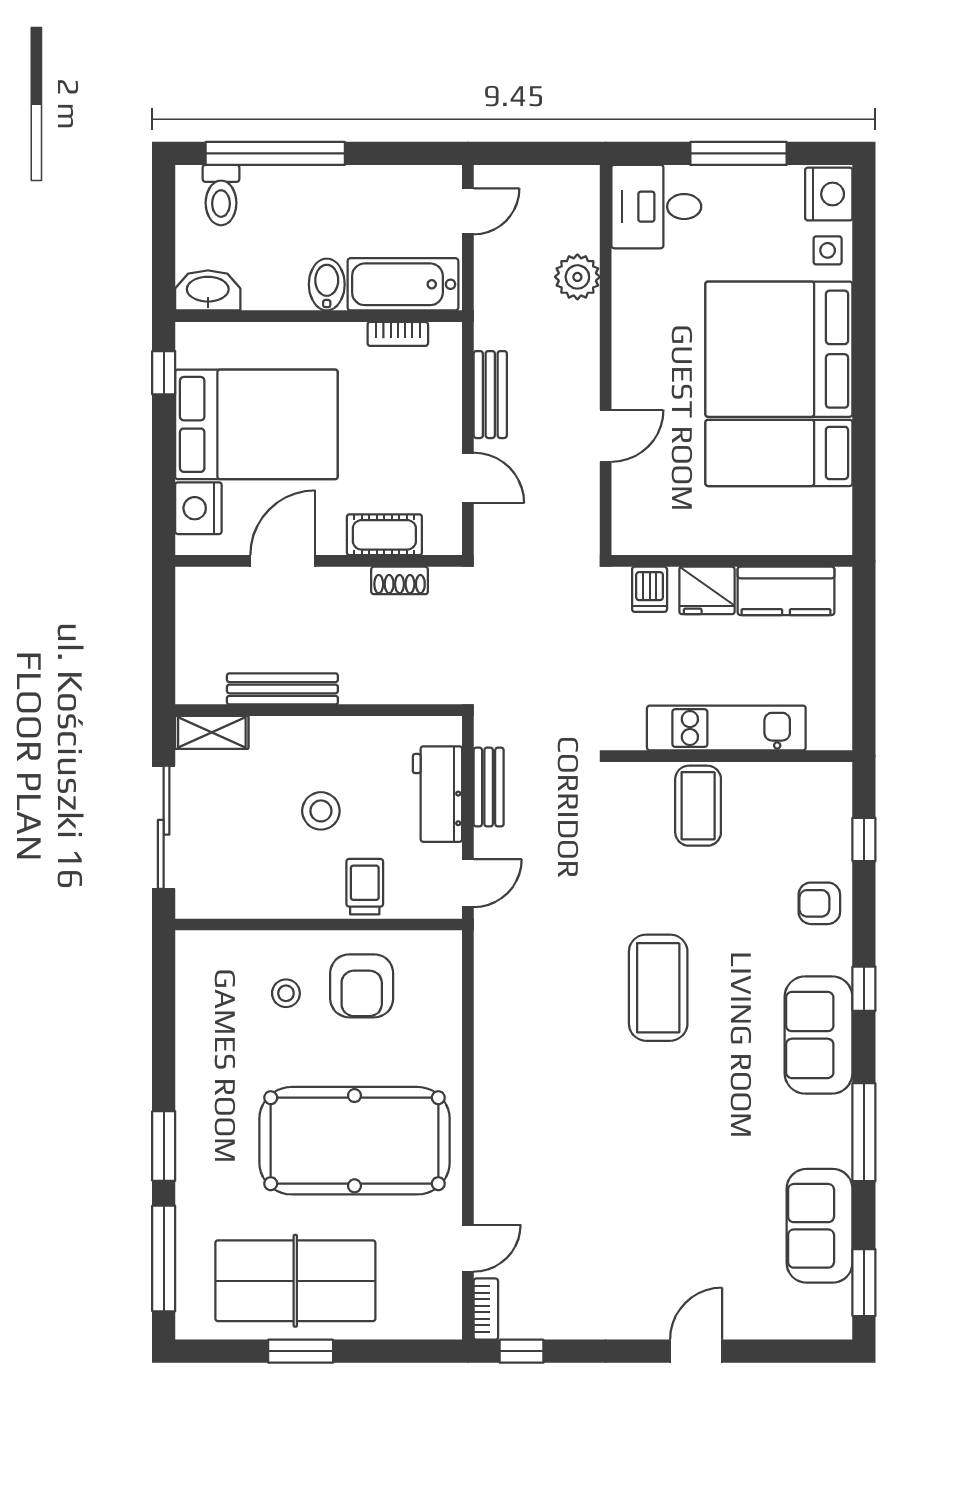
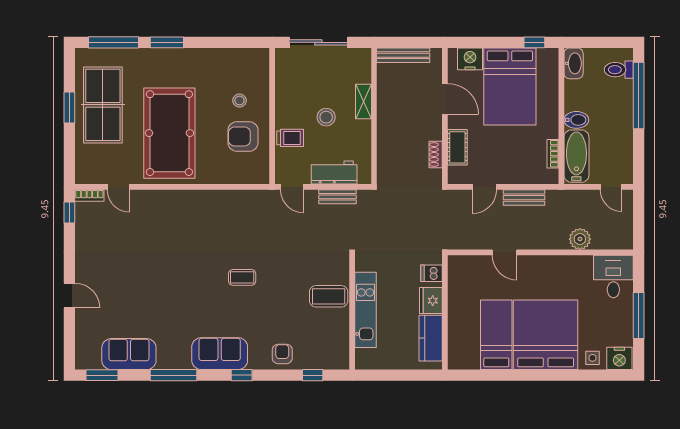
bench: (282, 689) -> (403, 55), moved, turned 90
shelving: (212, 732) -> (363, 102), moved
coffee table: (658, 988) -> (242, 277), width x0.54, depth x0.58

